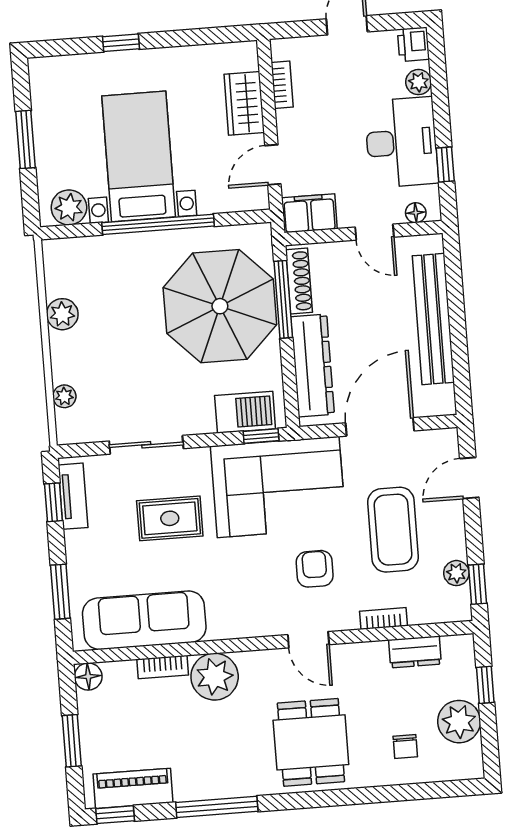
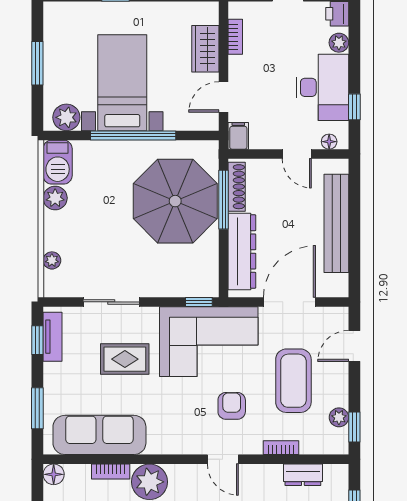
filing cabinet: (309, 213) -> (238, 136), width x0.50
barbecue: (245, 412) -> (58, 162), moved, turned 90

